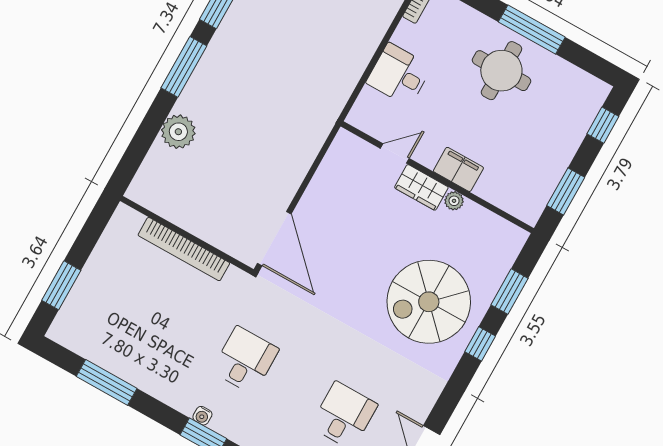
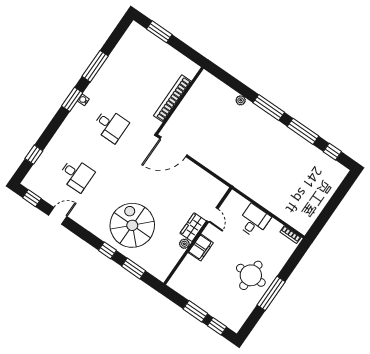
plant: (178, 132) -> (241, 100), width x0.53, depth x0.53
window: (566, 191) -> (195, 311), moved
window: (107, 382) -> (95, 66), moved

